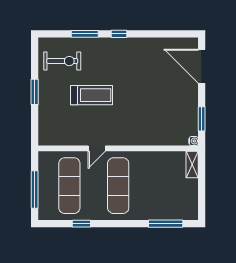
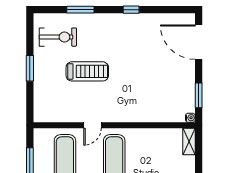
window: (119, 34) -> (131, 10), moved

